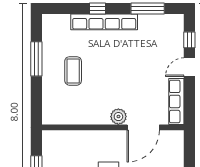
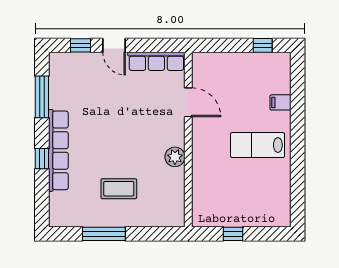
plant: (118, 117) -> (175, 157), moved
door: (143, 127) -> (188, 102), width x0.73

